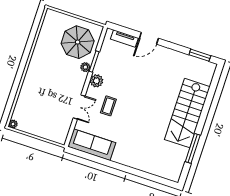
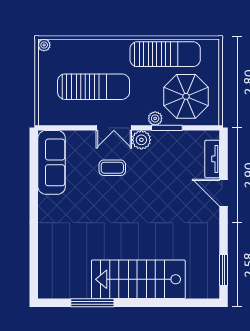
sun lounger: (45, 47) -> (165, 54), added
sun lounger: (51, 101) -> (94, 87), added
double door: (79, 107) -> (114, 128), moved

